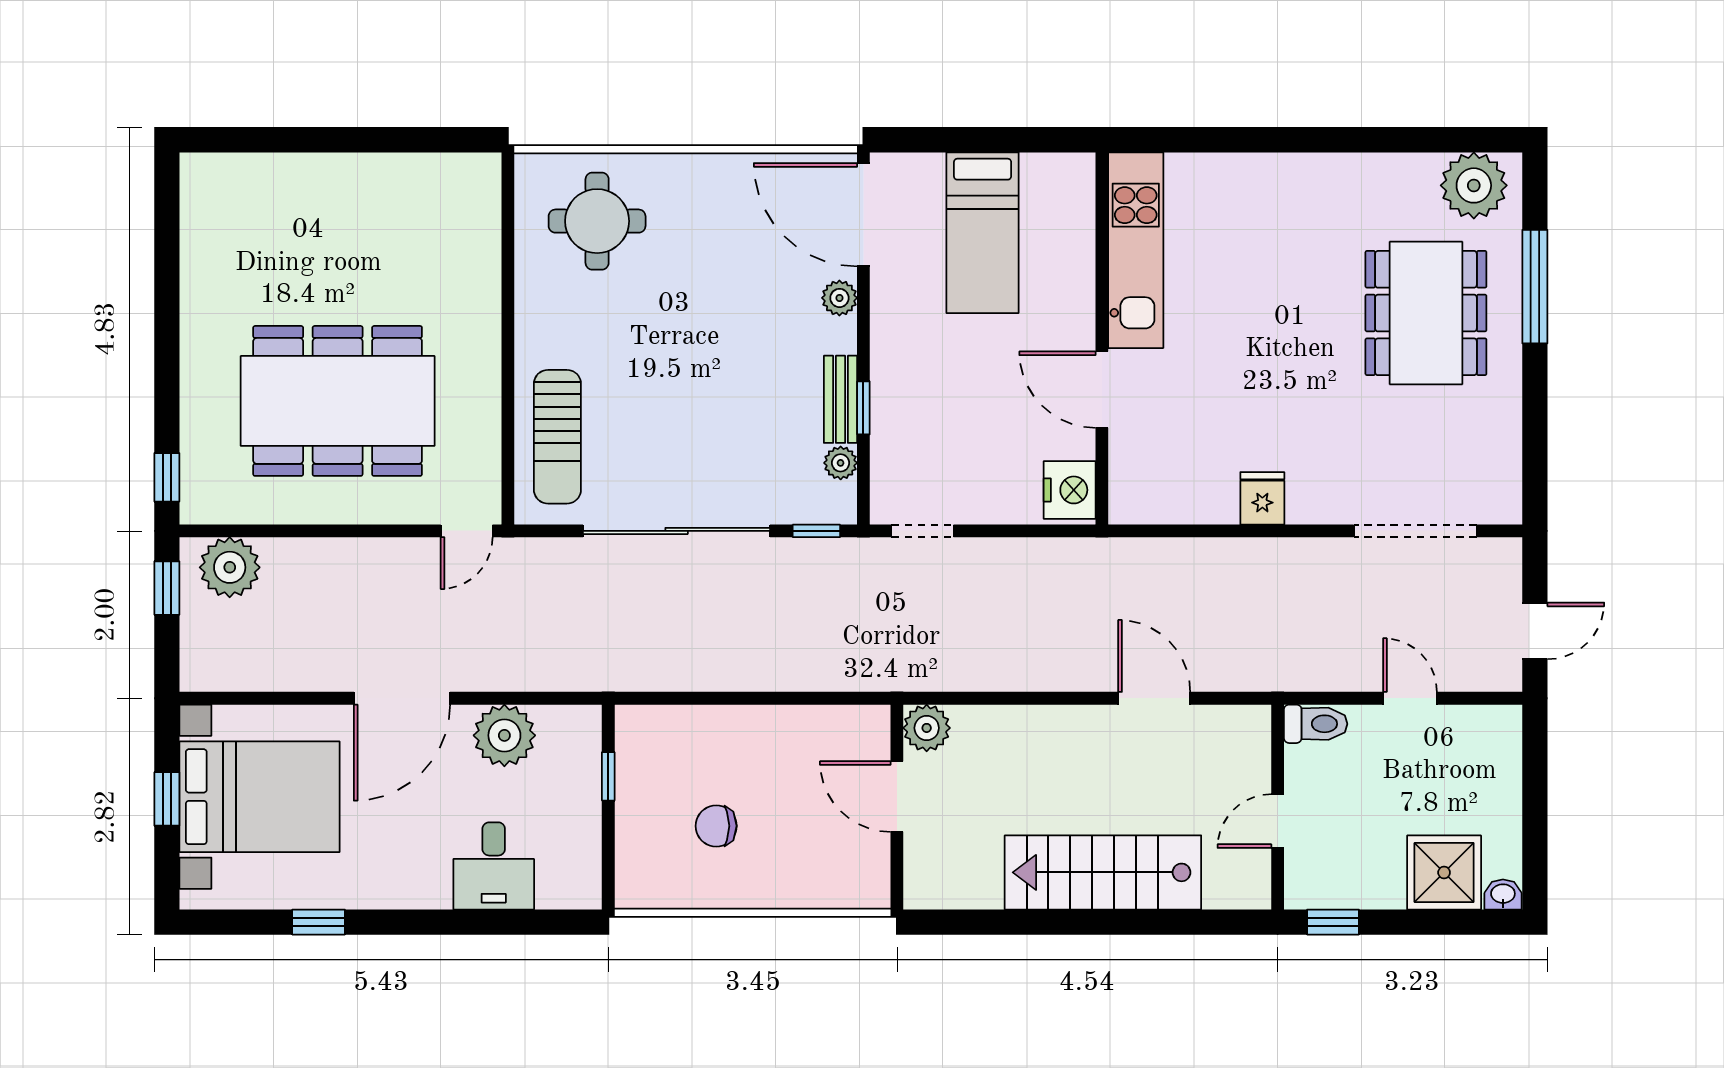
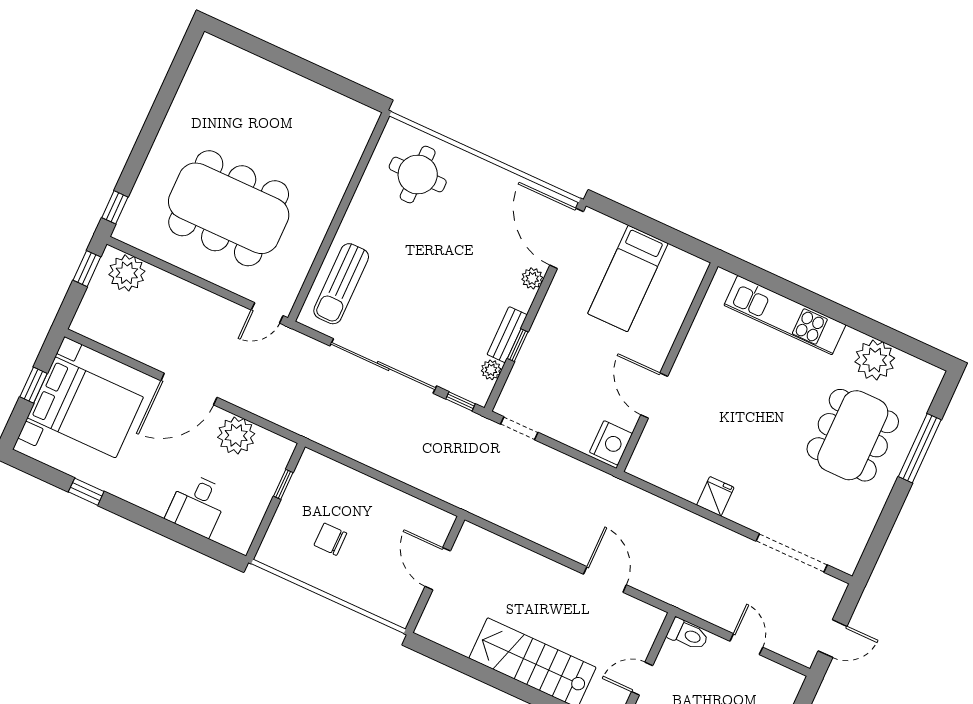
plant: (1474, 185) -> (875, 360), moved
kitchen unit: (1136, 250) -> (785, 315), moved, turned 90
plant: (927, 728) -> (472, 538), removed

